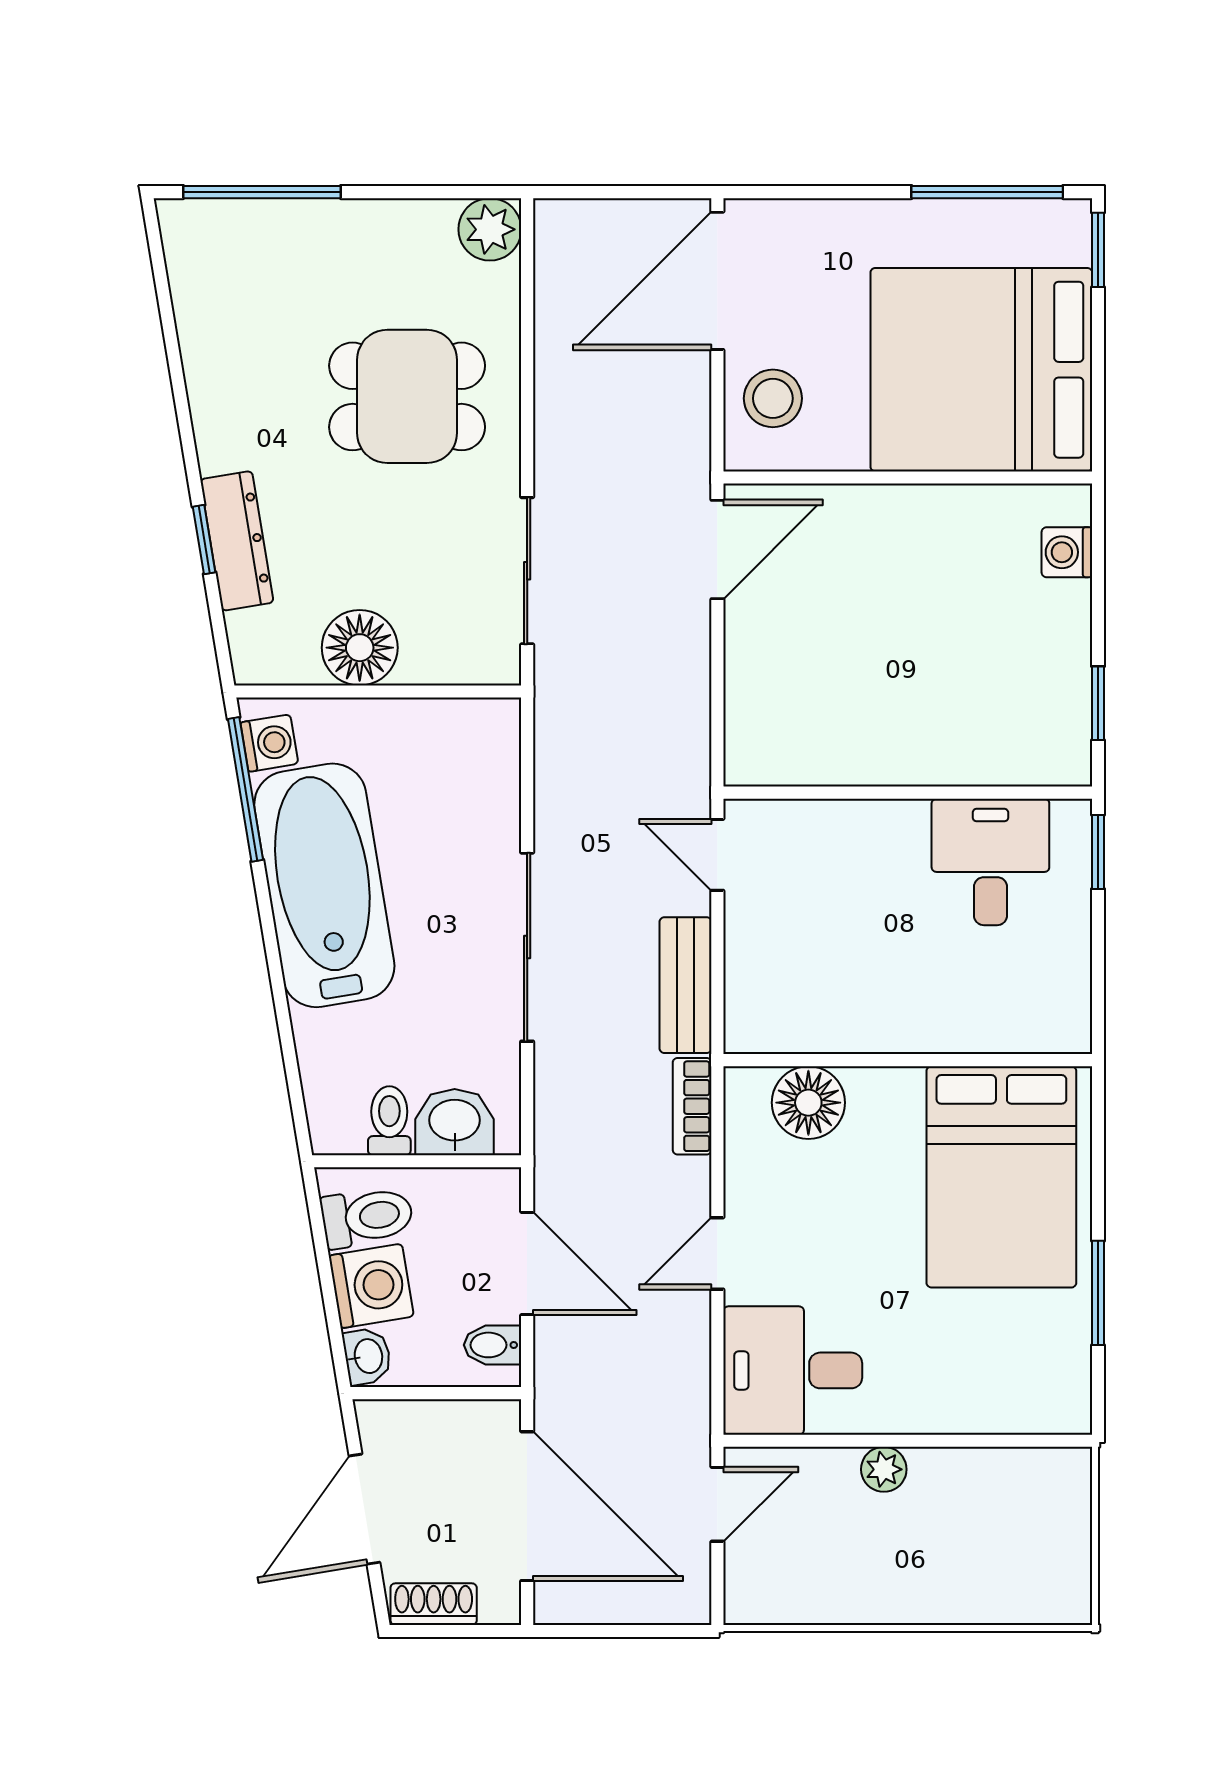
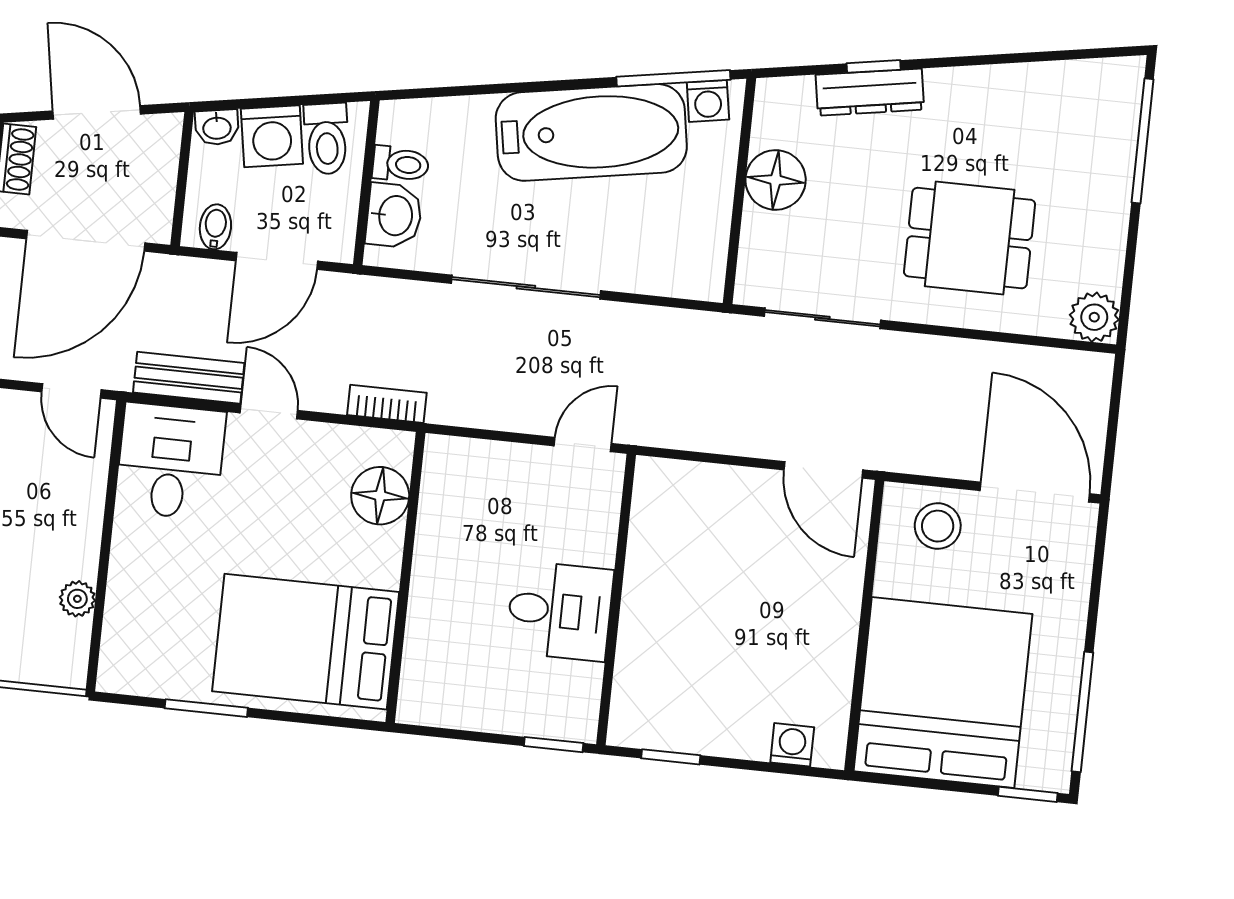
dining table: (407, 396) -> (970, 238), turned 90
desk: (990, 862) -> (560, 611), moved
bench: (686, 985) -> (189, 378), moved
plant: (884, 1469) -> (77, 599), moved

